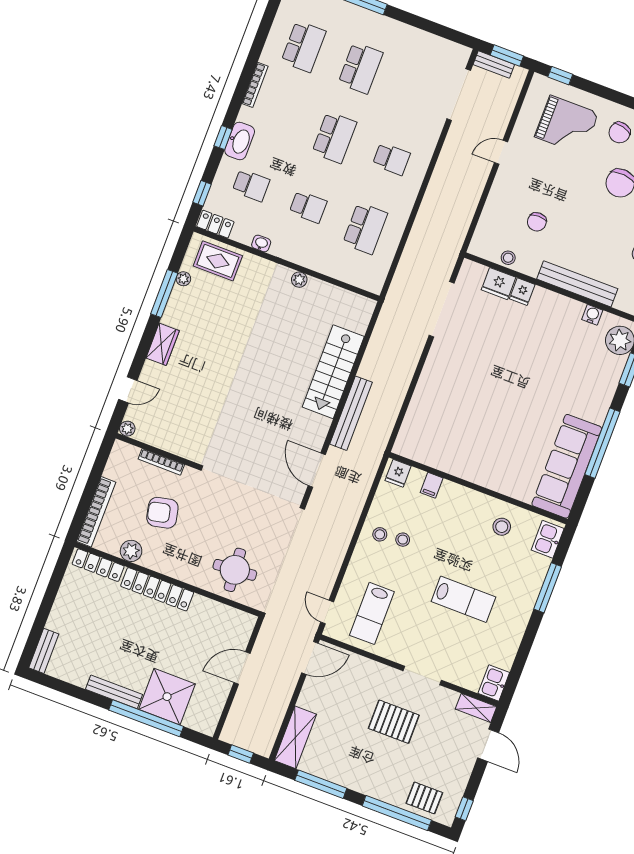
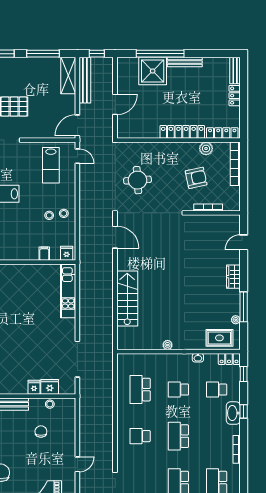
bench: (351, 413) -> (85, 80), moved
kitchen unit: (417, 416) -> (68, 291), added
plant: (127, 429) -> (235, 219), removed
round table: (235, 570) -> (137, 180), moved
lab bench: (372, 613) -> (51, 165), turned 180
locker: (59, 614) -> (235, 96), added

